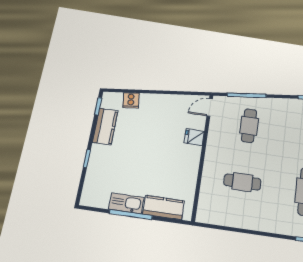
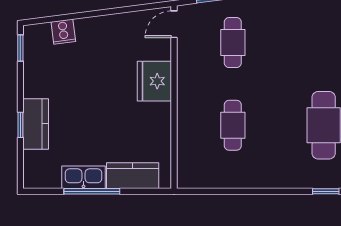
kitchen counter: (105, 127) -> (36, 124), moved
fridge: (194, 137) -> (154, 81), width x1.88, depth x1.34
cafe table: (242, 182) -> (233, 125), turned 90

